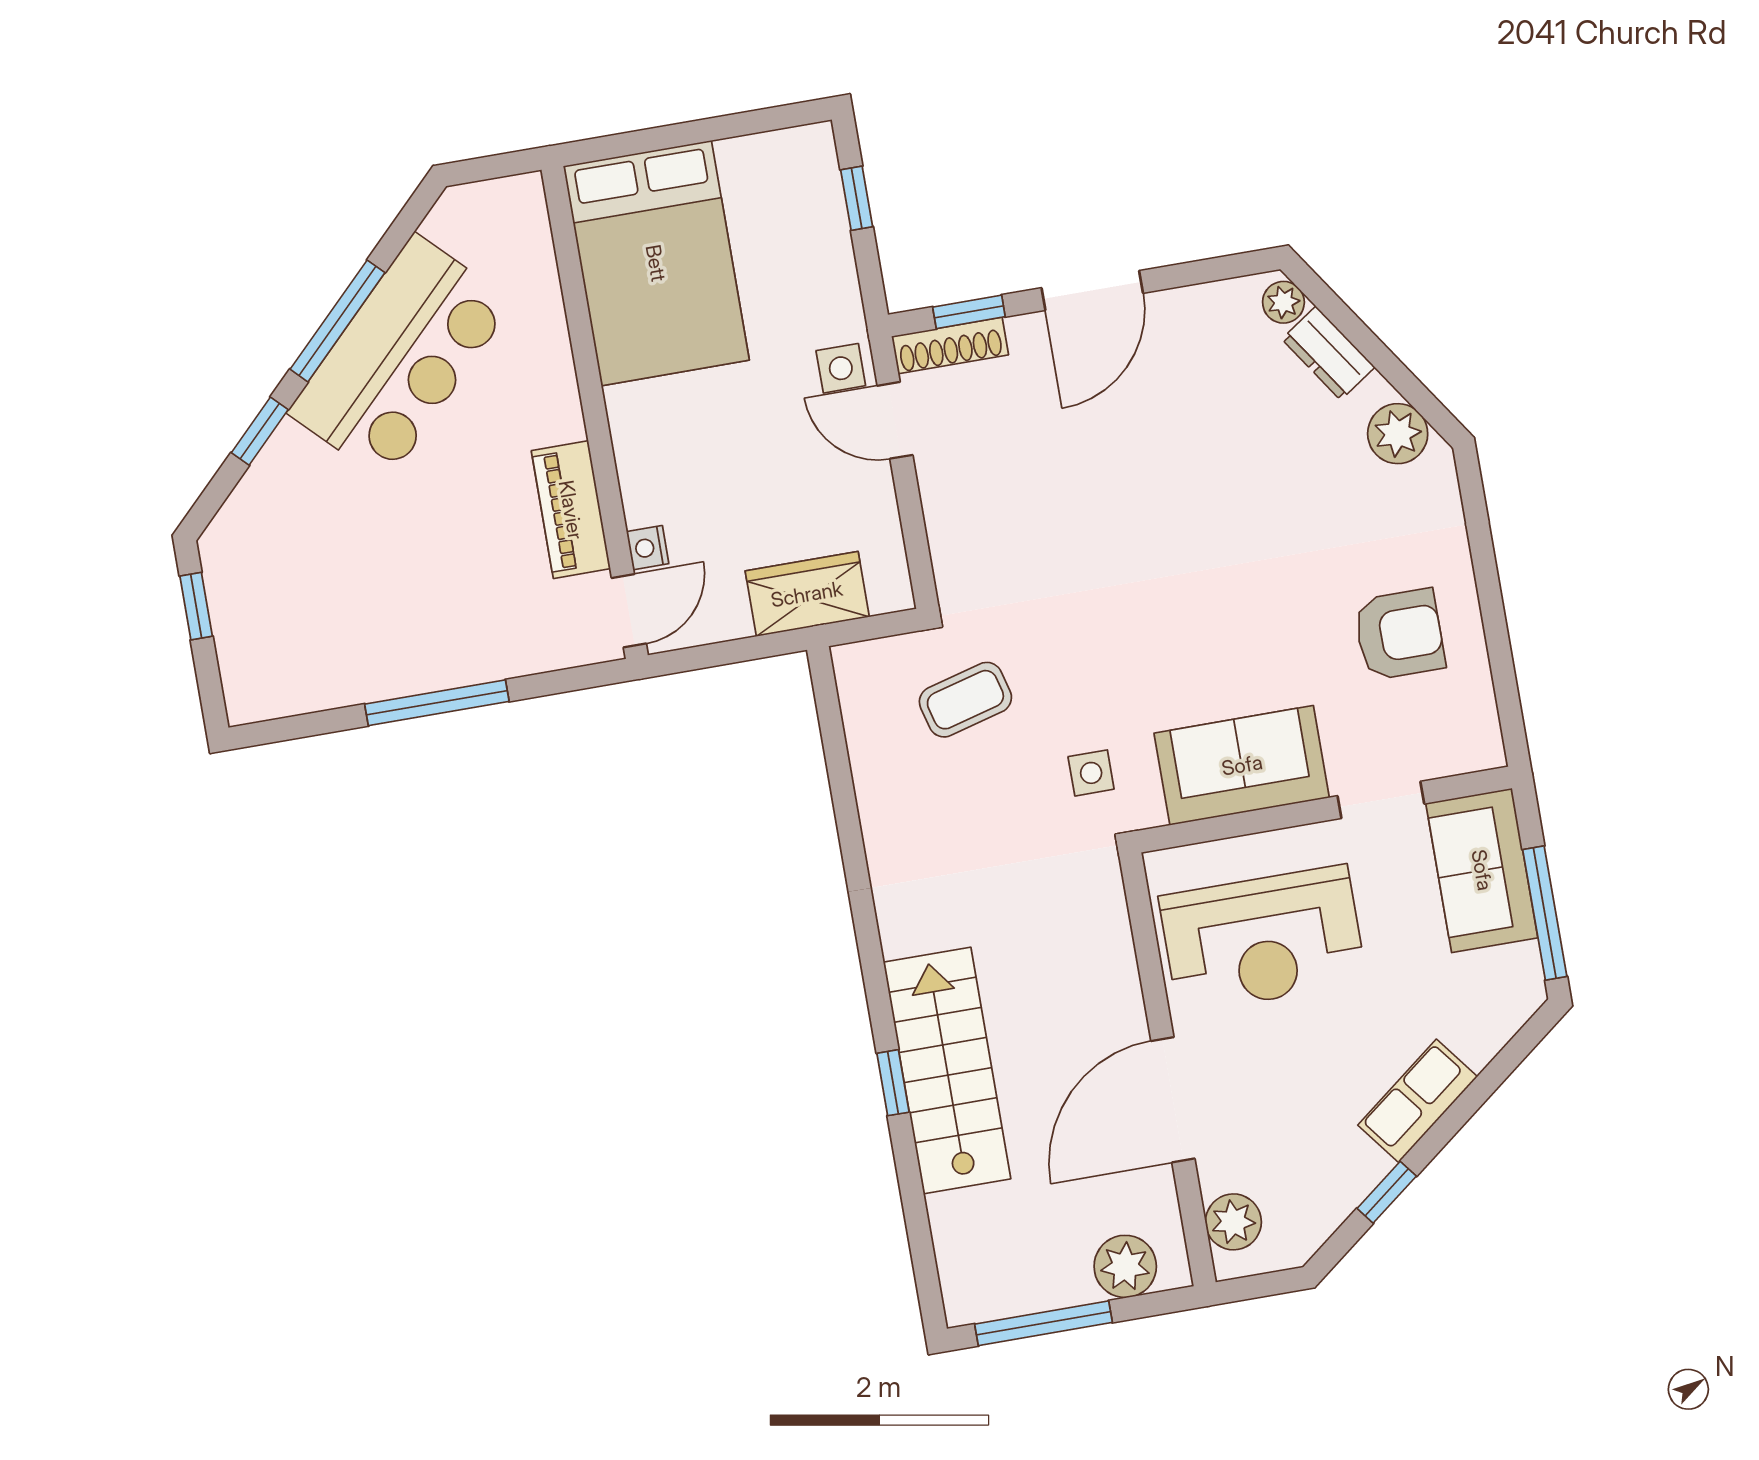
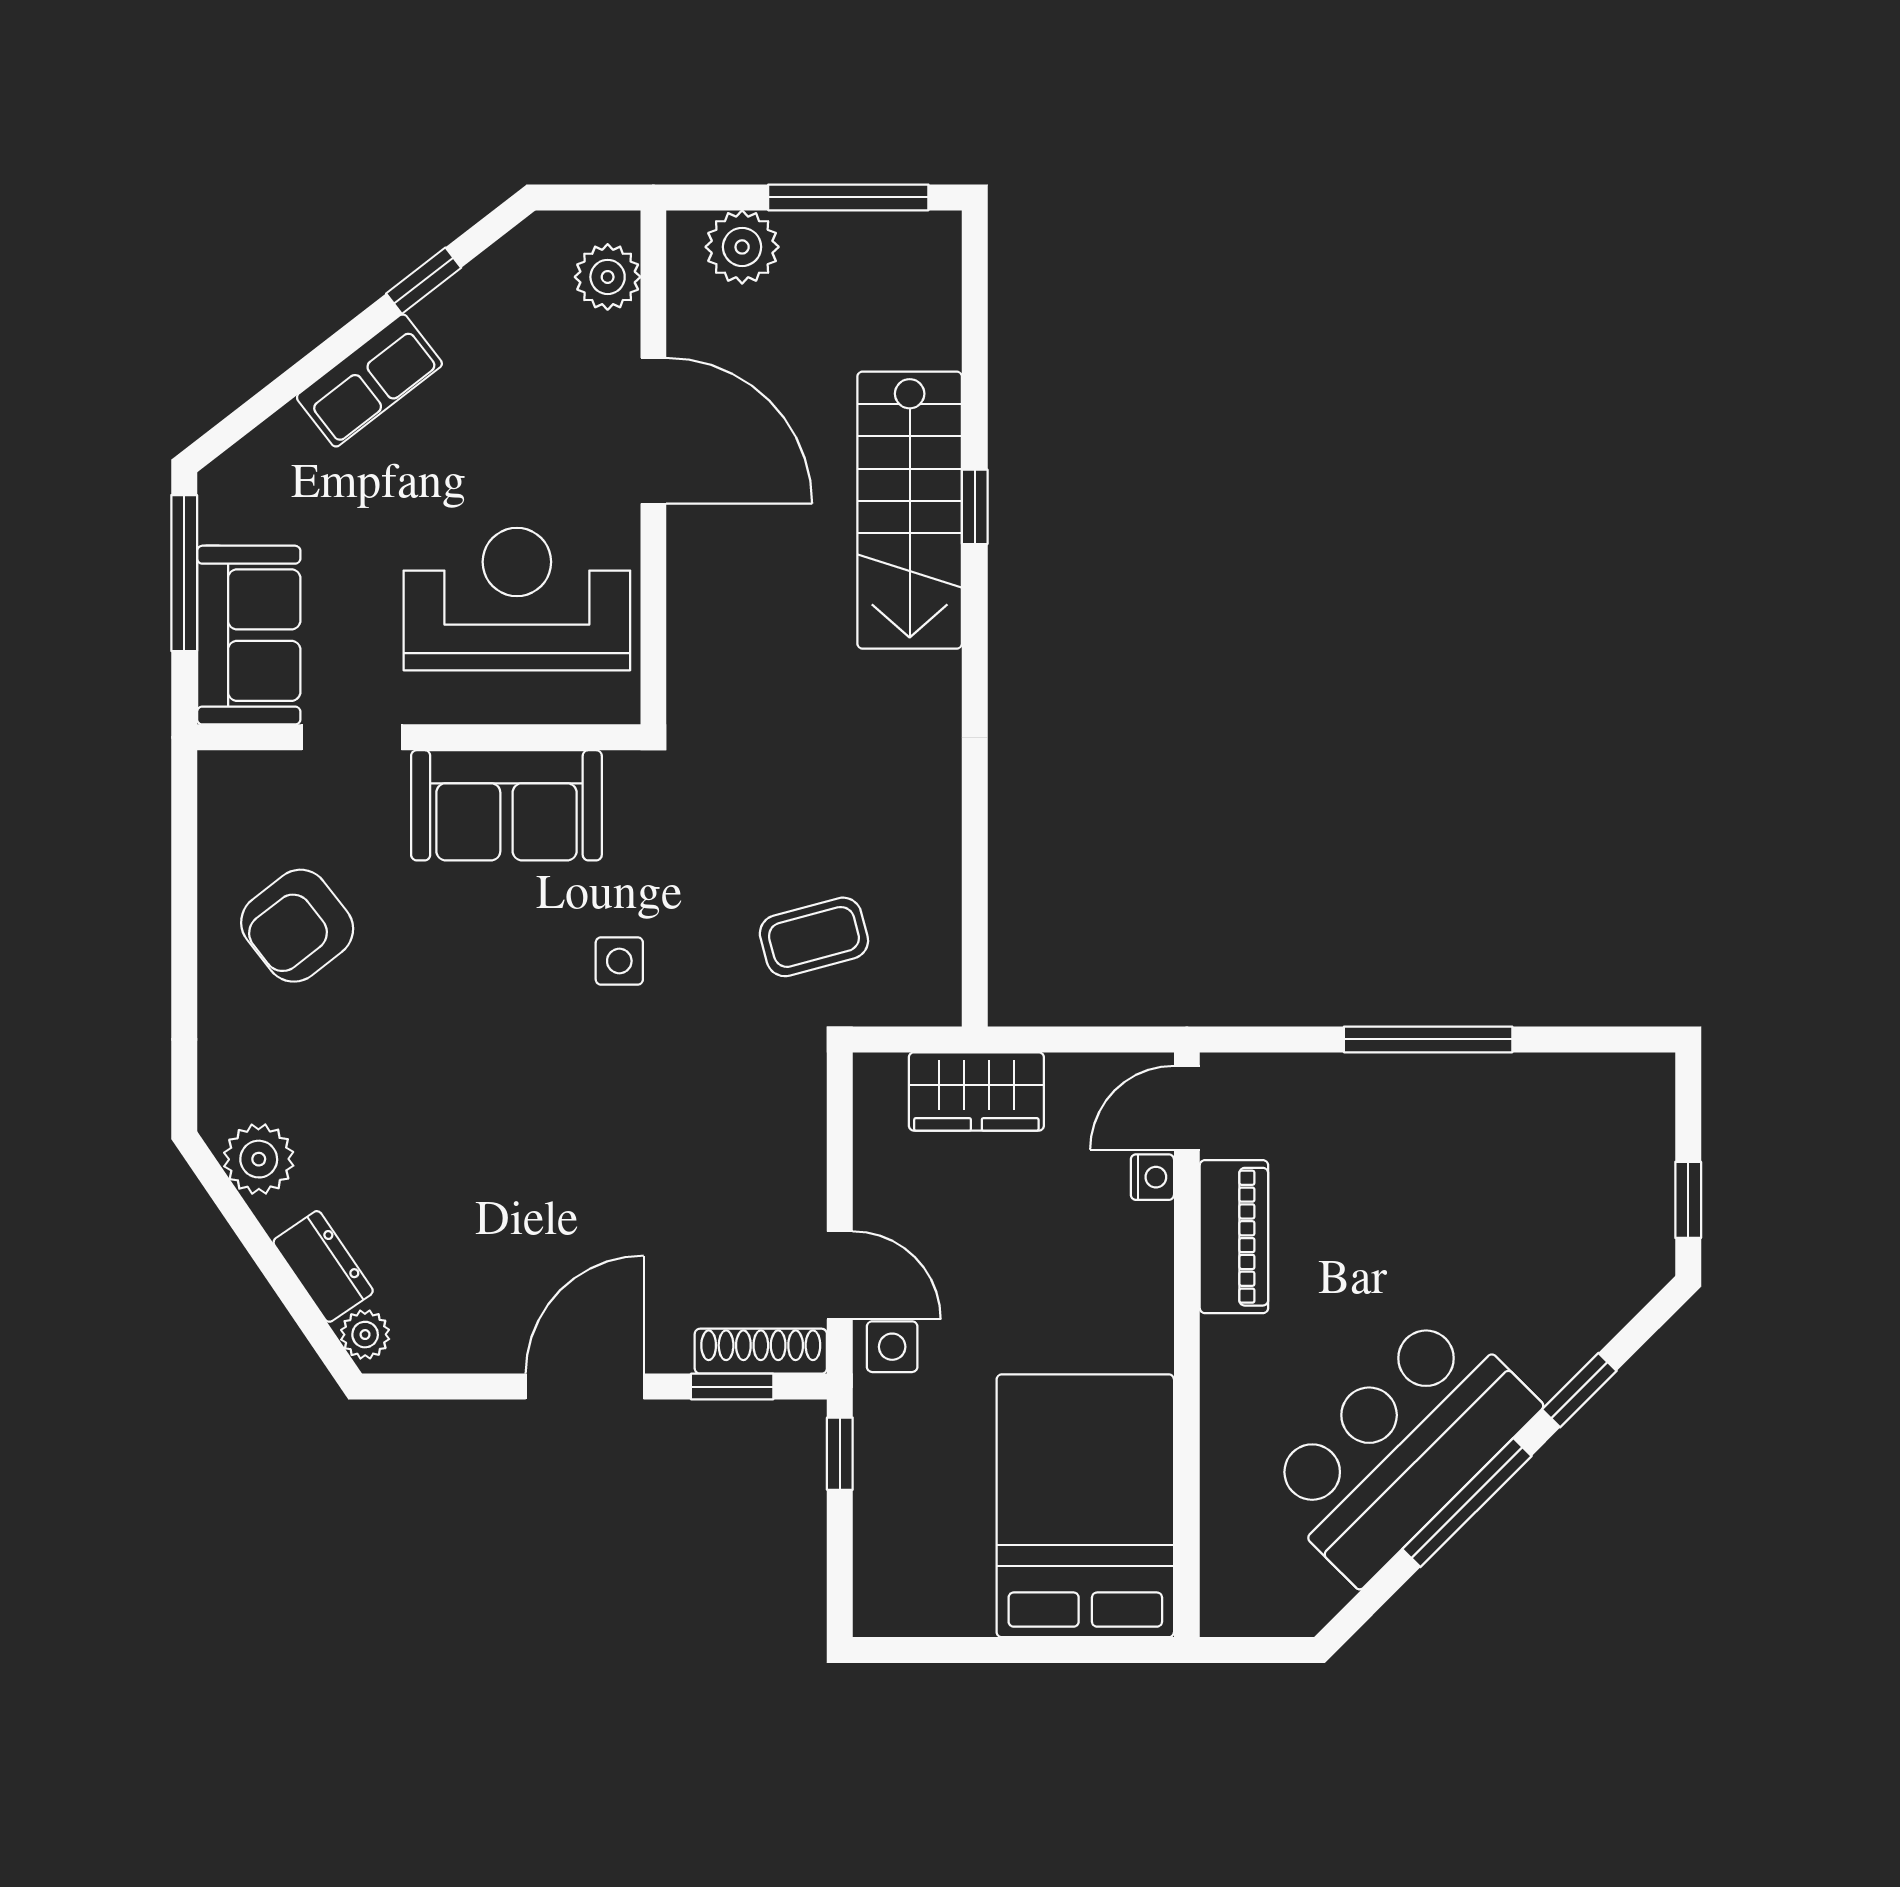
window: (857, 198) -> (840, 1454), moved
armchair: (1399, 634) -> (297, 926), turned -38
side table: (1091, 773) -> (619, 961), moved
door: (1173, 1100) -> (653, 431), hinge flipped

